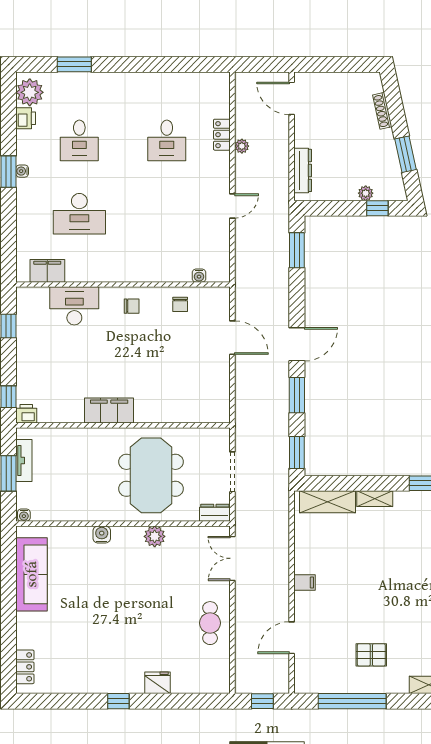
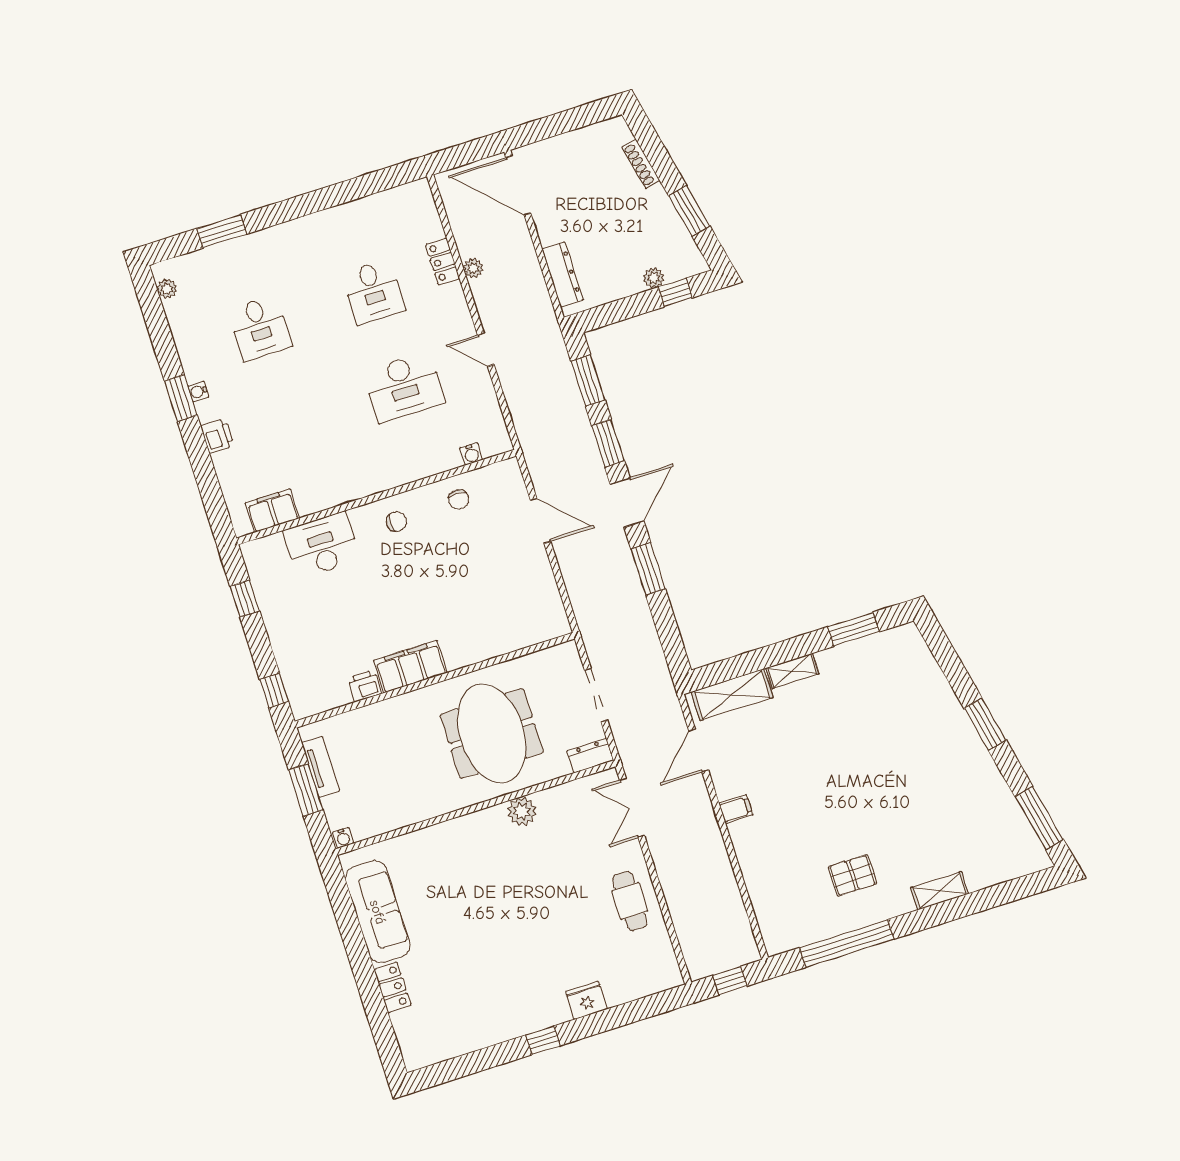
plant: (30, 92) -> (167, 289), width x0.53, depth x0.53
door: (292, 98) -> (518, 185), width x1.36
printer: (26, 118) -> (217, 436), moved
door: (232, 206) -> (486, 350), swing flipped
desk: (79, 214) -> (404, 387), moved
printer: (26, 414) -> (365, 686), moved
window: (297, 453) -> (608, 443), moved
water cooler: (102, 534) -> (452, 831), removed
door: (292, 638) -> (699, 750), moved
locker: (25, 667) -> (392, 987), moved

